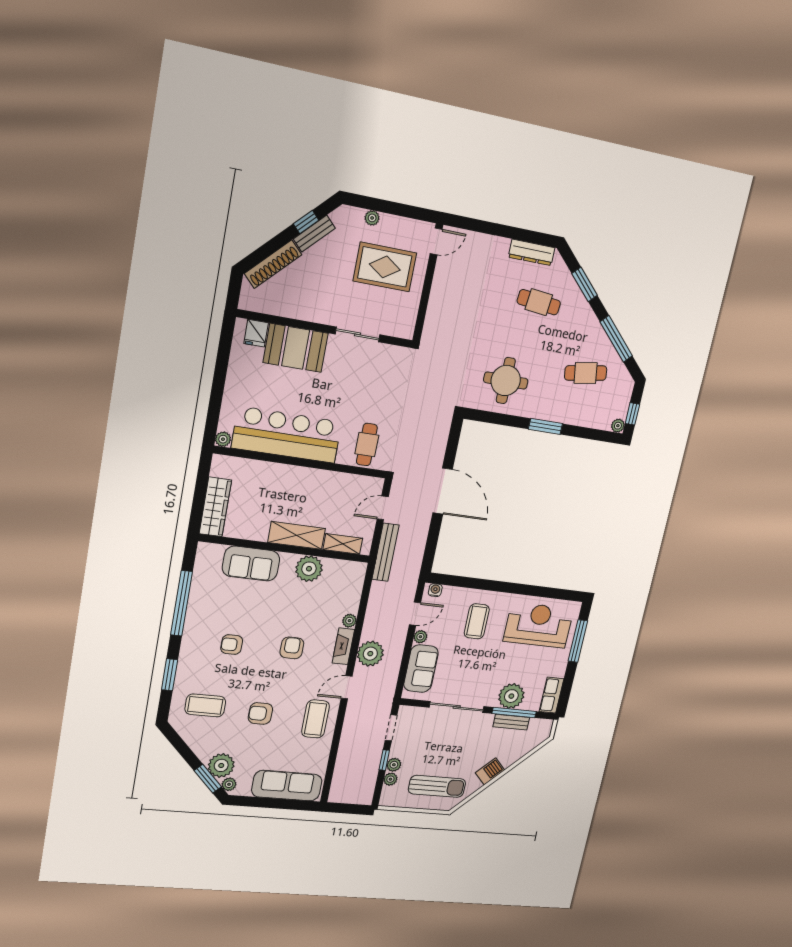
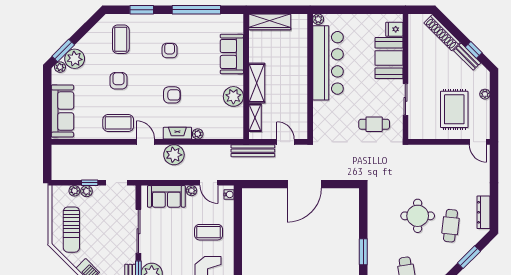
round table: (506, 381) -> (418, 216), moved
cafe table: (367, 445) -> (374, 124), moved

